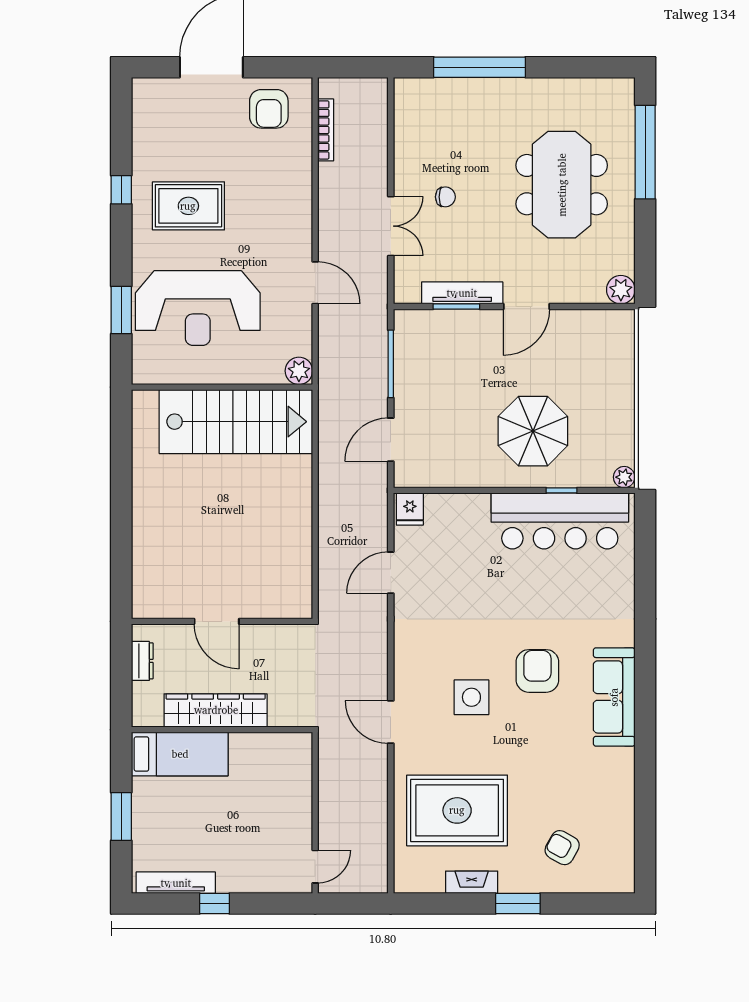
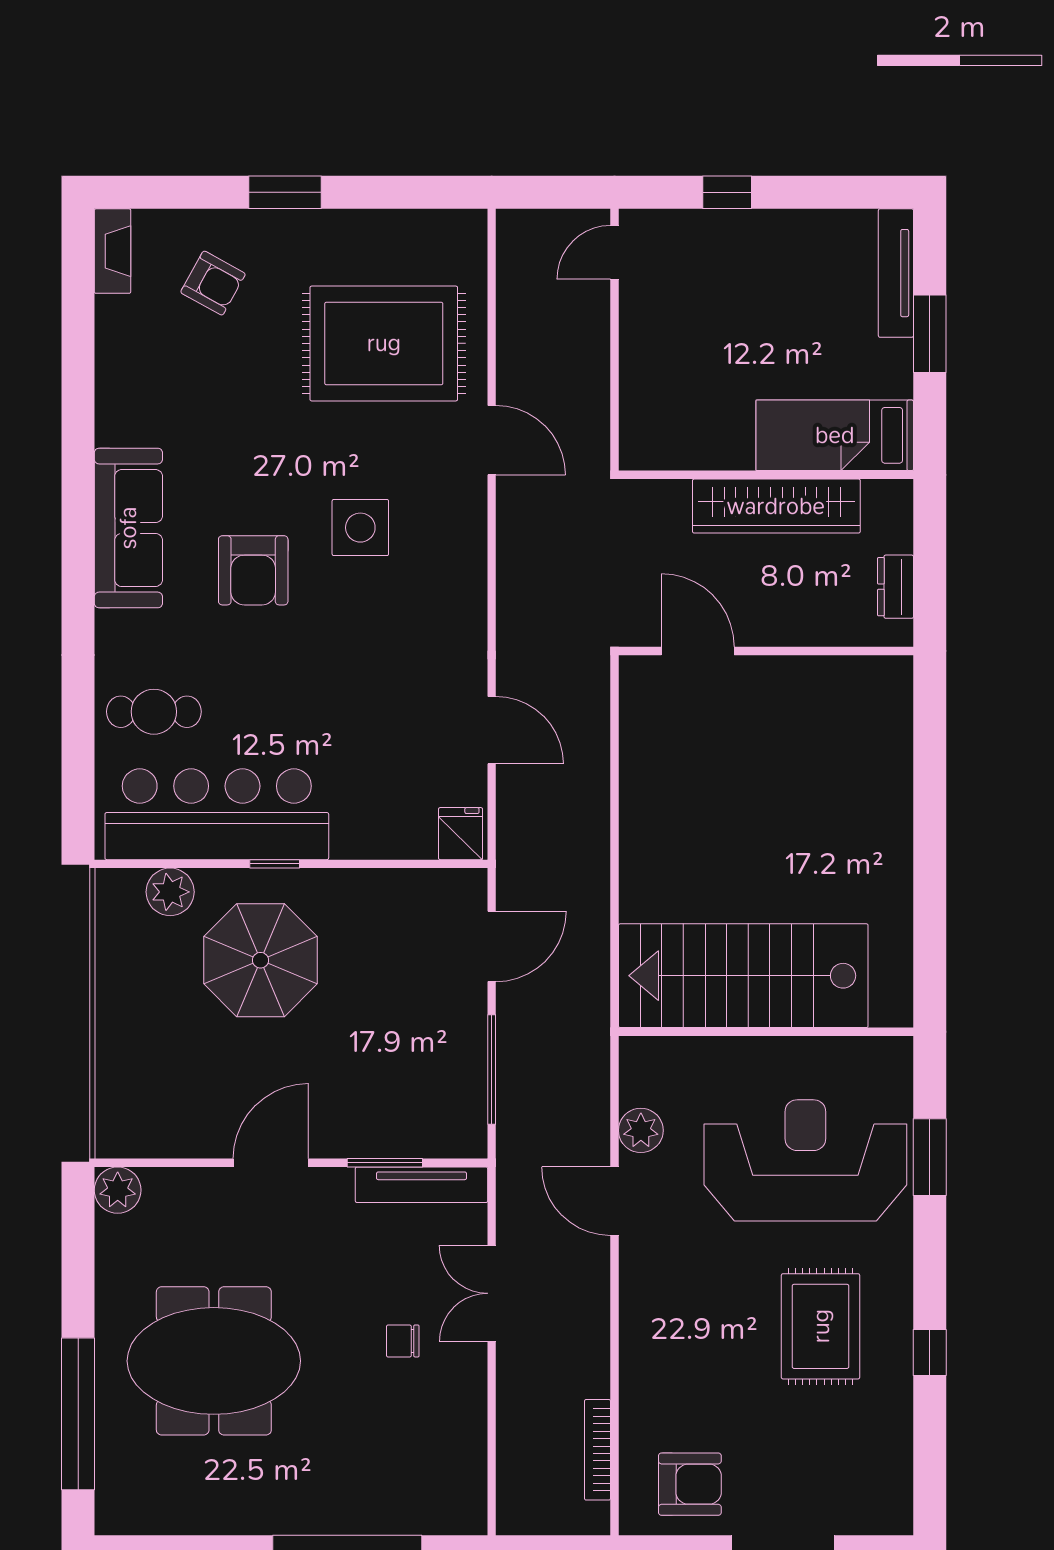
armchair: (269, 109) -> (690, 1484), turned 90
meeting table: (562, 185) -> (214, 1361), turned 90
rug: (188, 206) -> (821, 1326), turned 90
tv unit: (462, 293) -> (421, 1185), moved
plant: (299, 371) -> (641, 1130), moved
plant: (624, 477) -> (170, 892), moved, width x1.38, depth x1.38
window: (561, 490) -> (275, 864), moved
door: (391, 573) -> (492, 730), hinge flipped
cafe table: (599, 584) -> (154, 712), added
door: (217, 621) -> (698, 651), moved
door: (391, 722) -> (492, 440), moved
fireplace: (472, 882) -> (113, 251), moved, turned -90
tv unit: (176, 883) -> (896, 273), moved, turned 90
window: (215, 903) -> (727, 192), moved

